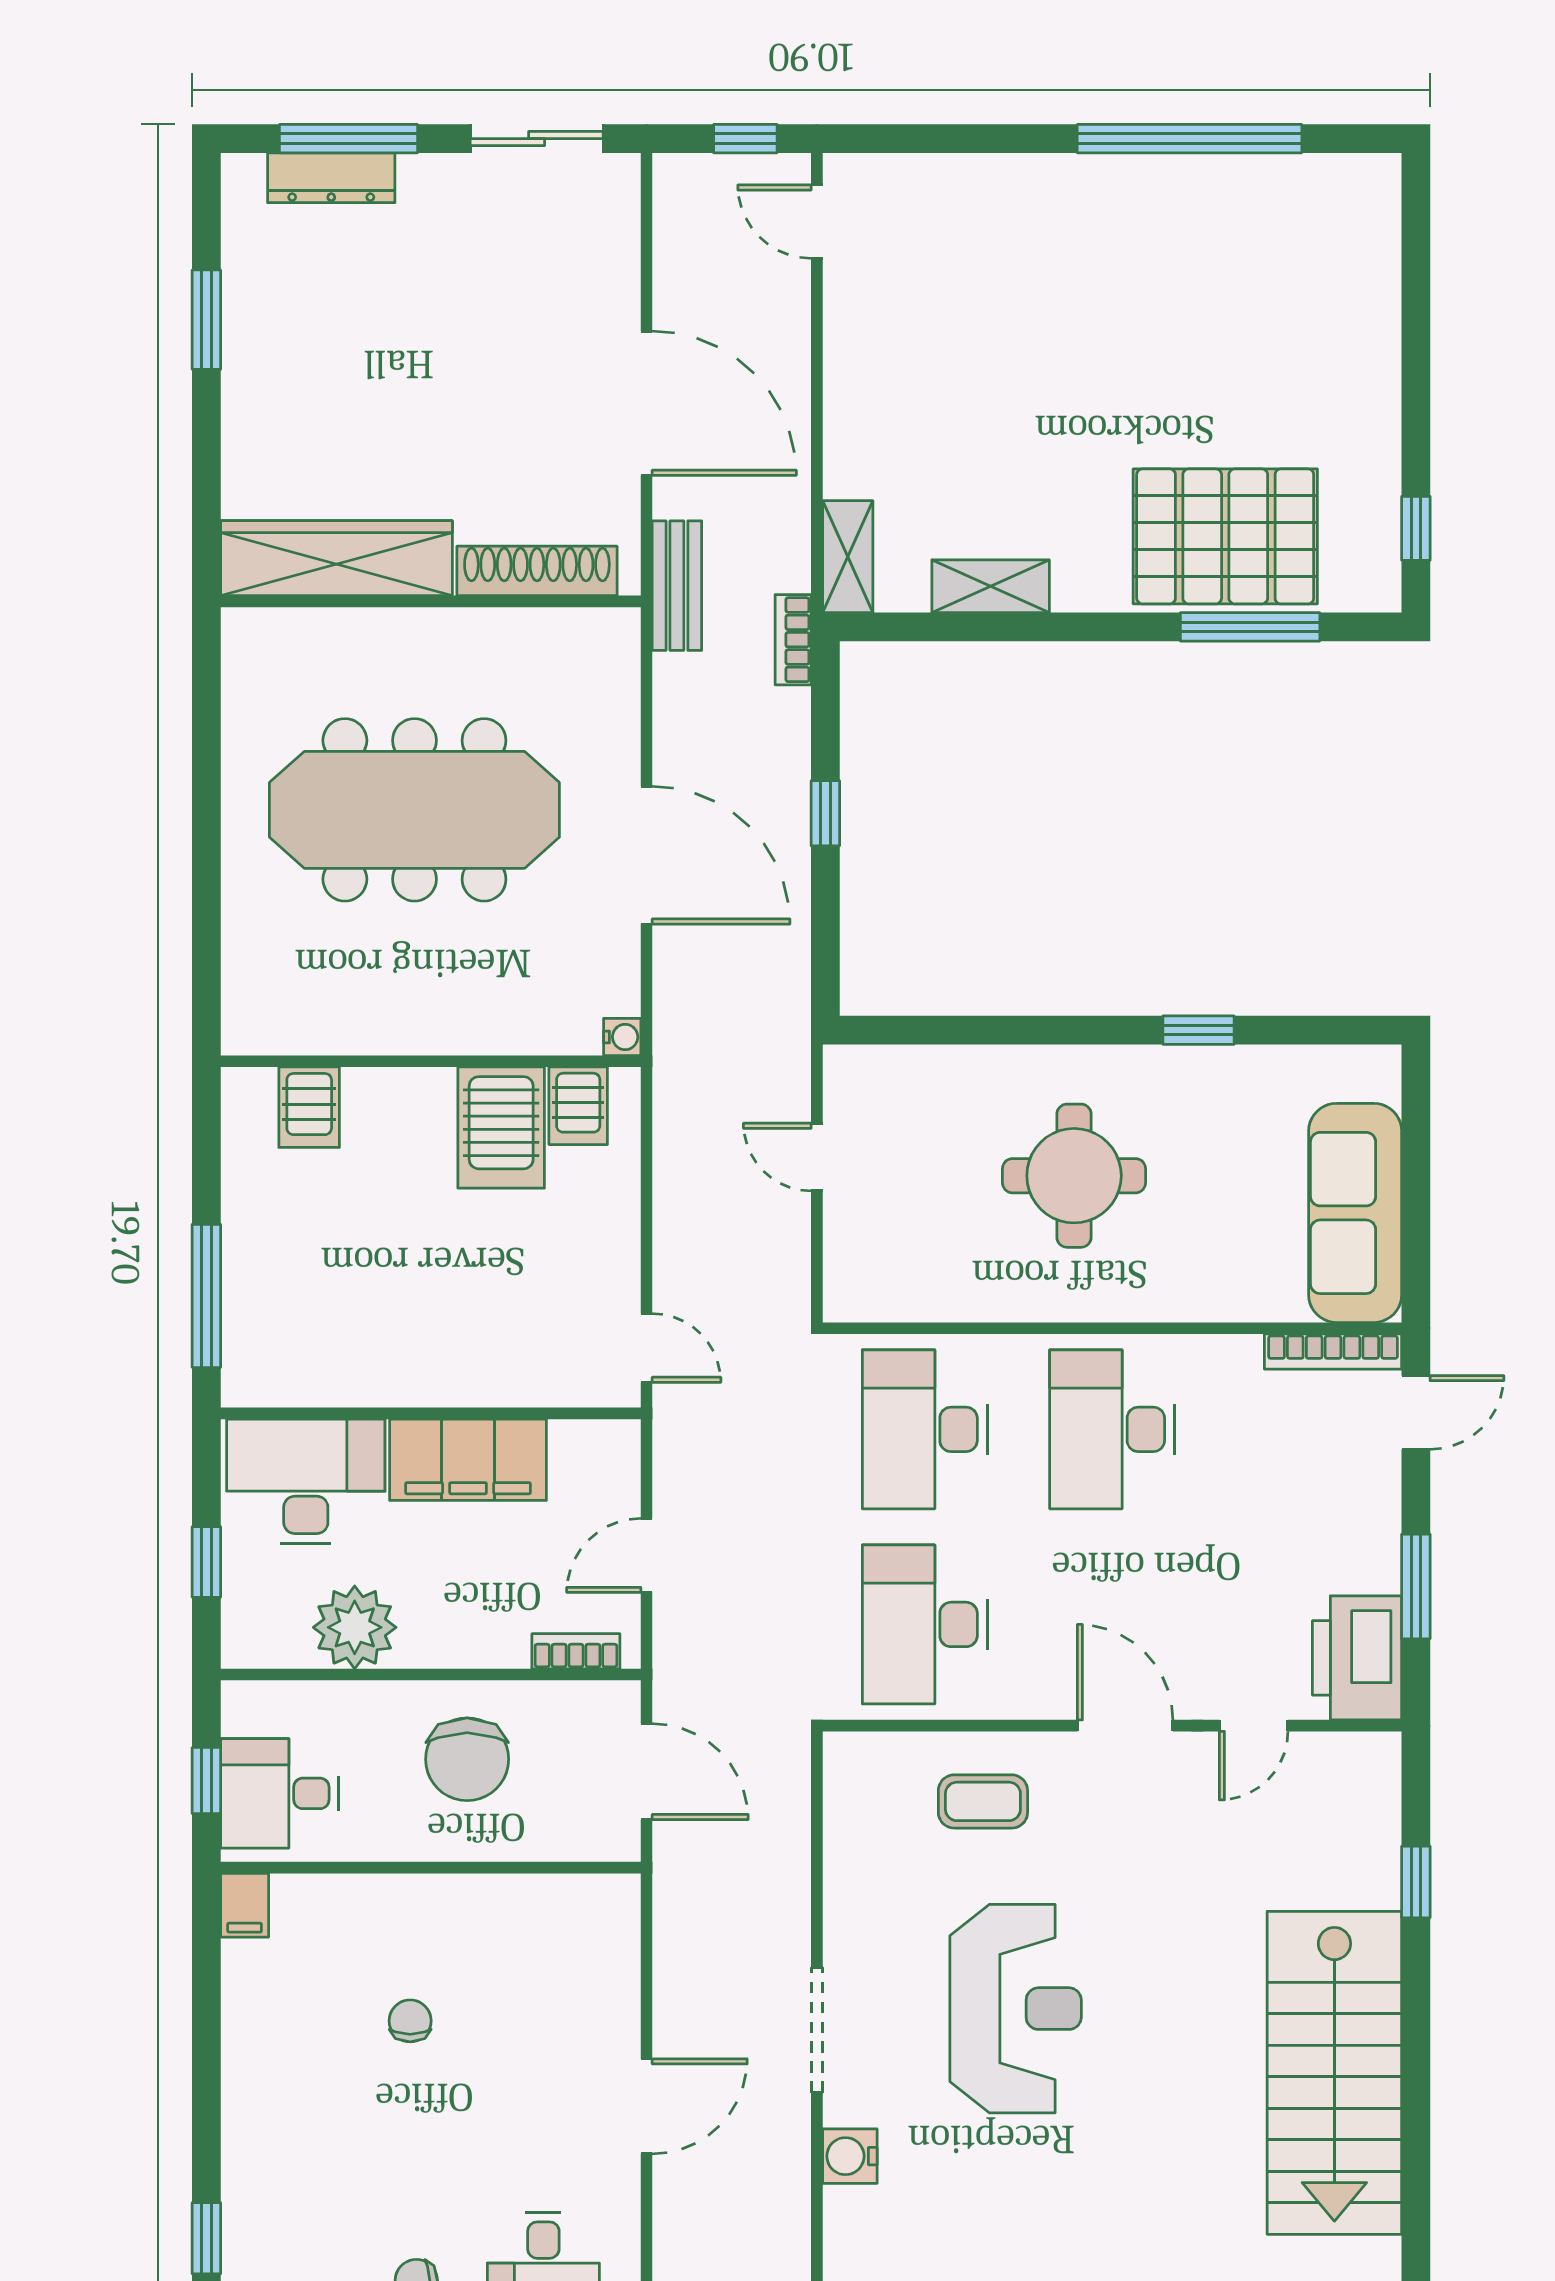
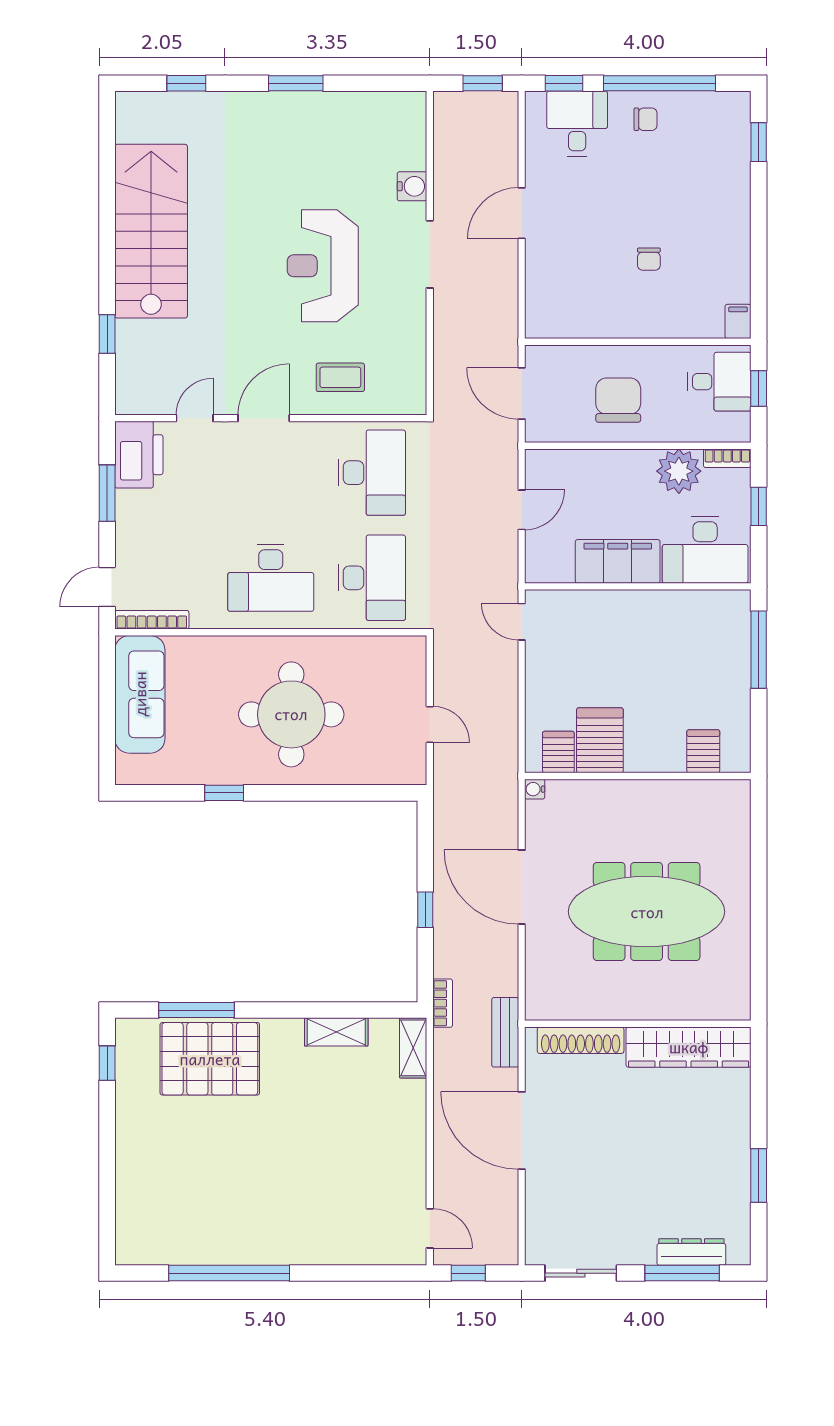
round table: (1074, 1176) -> (291, 714), width x1.36, depth x1.36
desk: (1112, 1429) -> (271, 578), turned 90
bookcase: (576, 1651) -> (727, 458), moved
door: (1125, 1726) -> (264, 418), swing flipped

